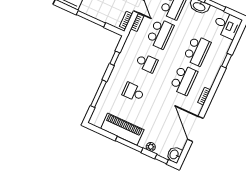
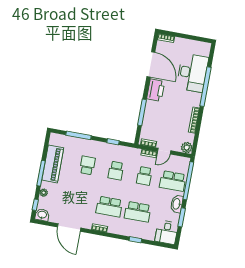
school desk: (160, 34) -> (144, 176), width x0.54
door: (195, 129) -> (69, 228), swing flipped

